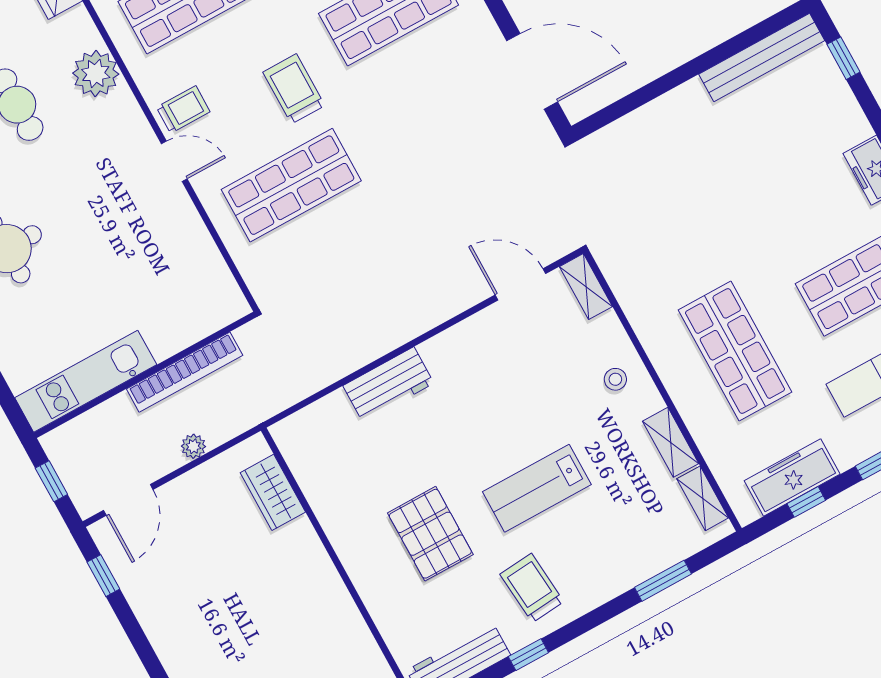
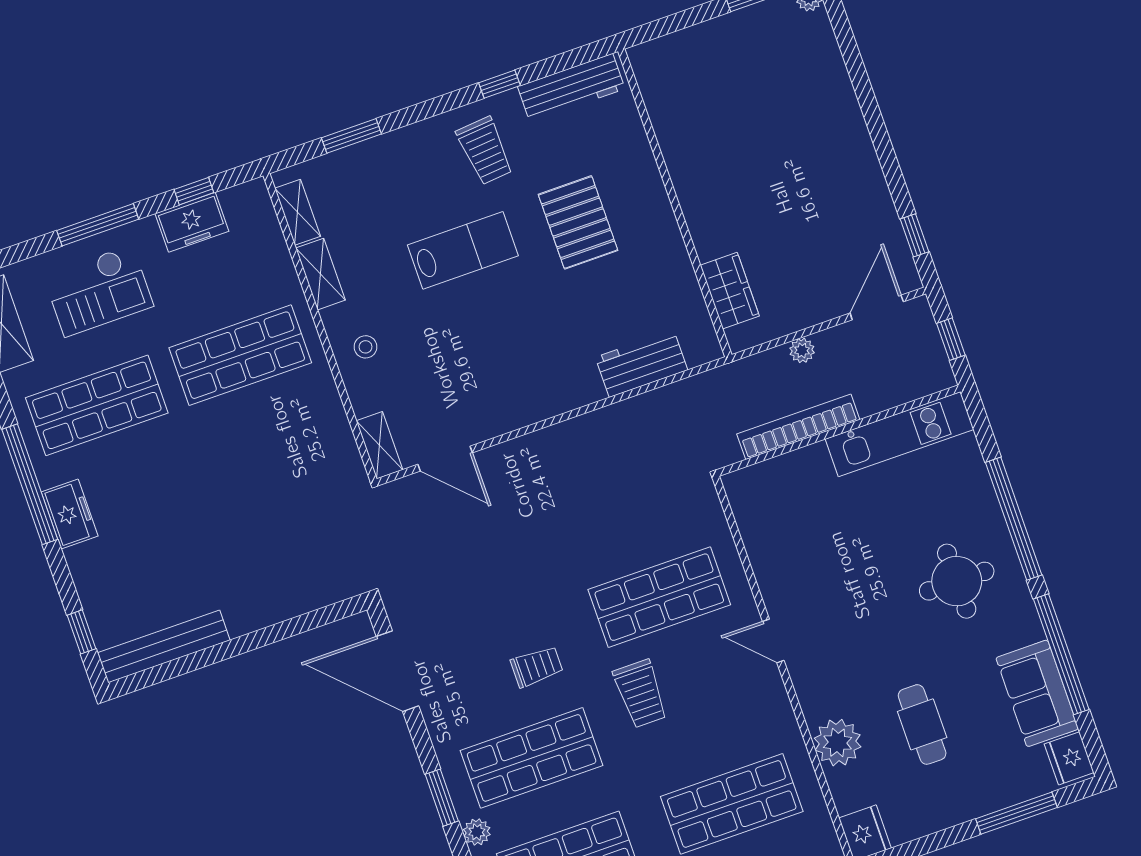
trolley: (183, 110) -> (537, 667), moved, turned 180
shop shelf: (735, 351) -> (240, 355), turned 90
workbench: (388, 384) -> (642, 364), moved
freezer: (792, 477) -> (192, 222), width x0.71

